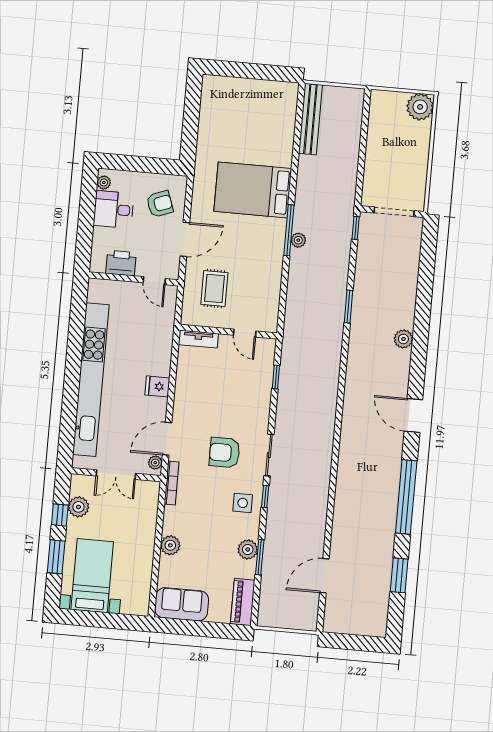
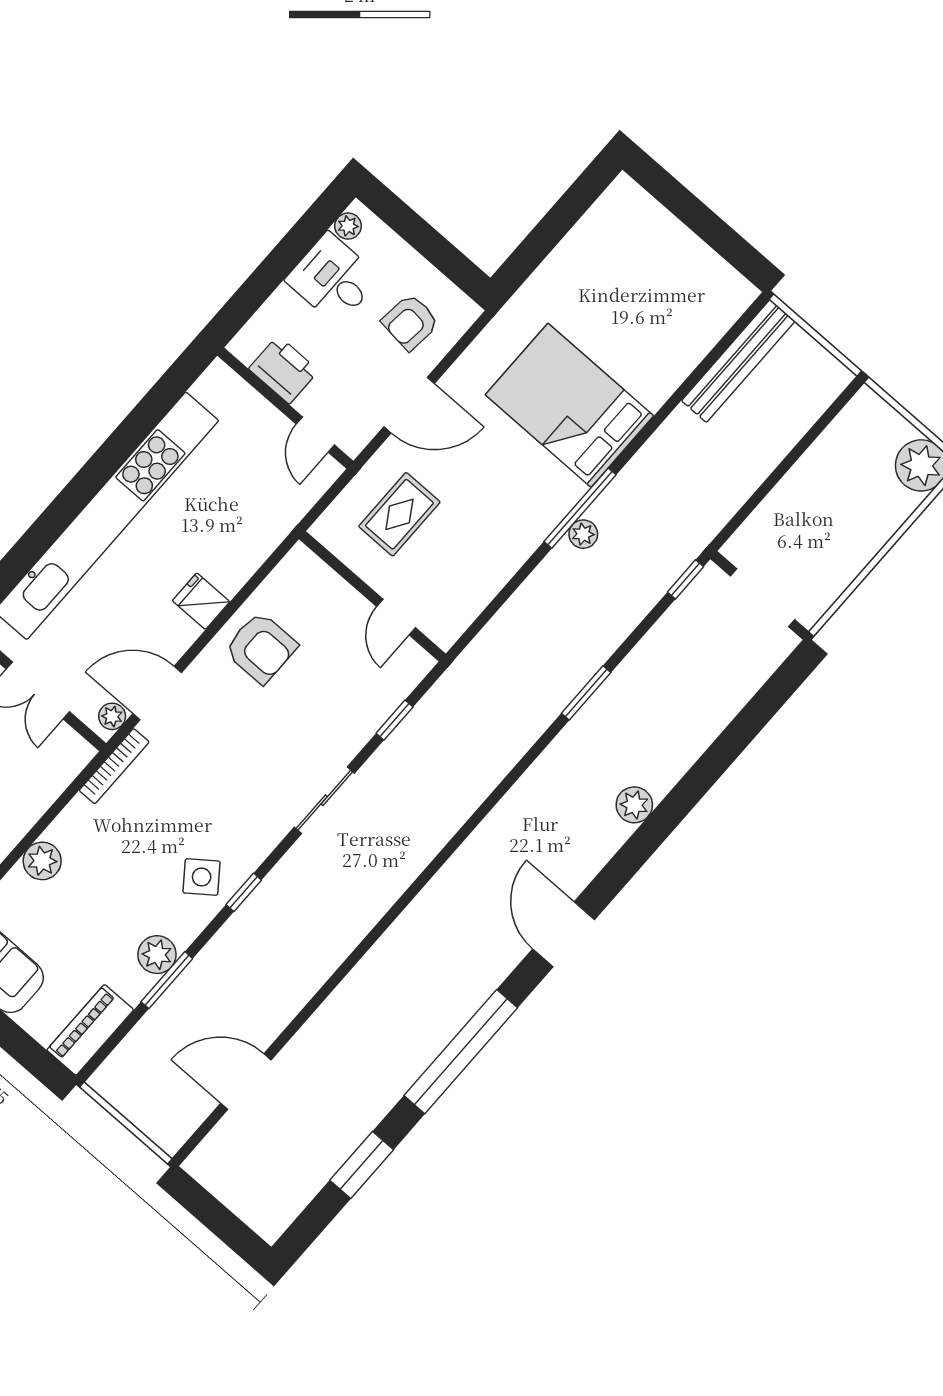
armchair: (160, 204) -> (410, 322), turned 116
tv unit: (198, 339) -> (318, 574), removed
armchair: (225, 453) -> (261, 648), moved, turned 180
sliding door: (269, 455) -> (324, 800), moved
side table: (243, 503) -> (202, 877), turned -37

